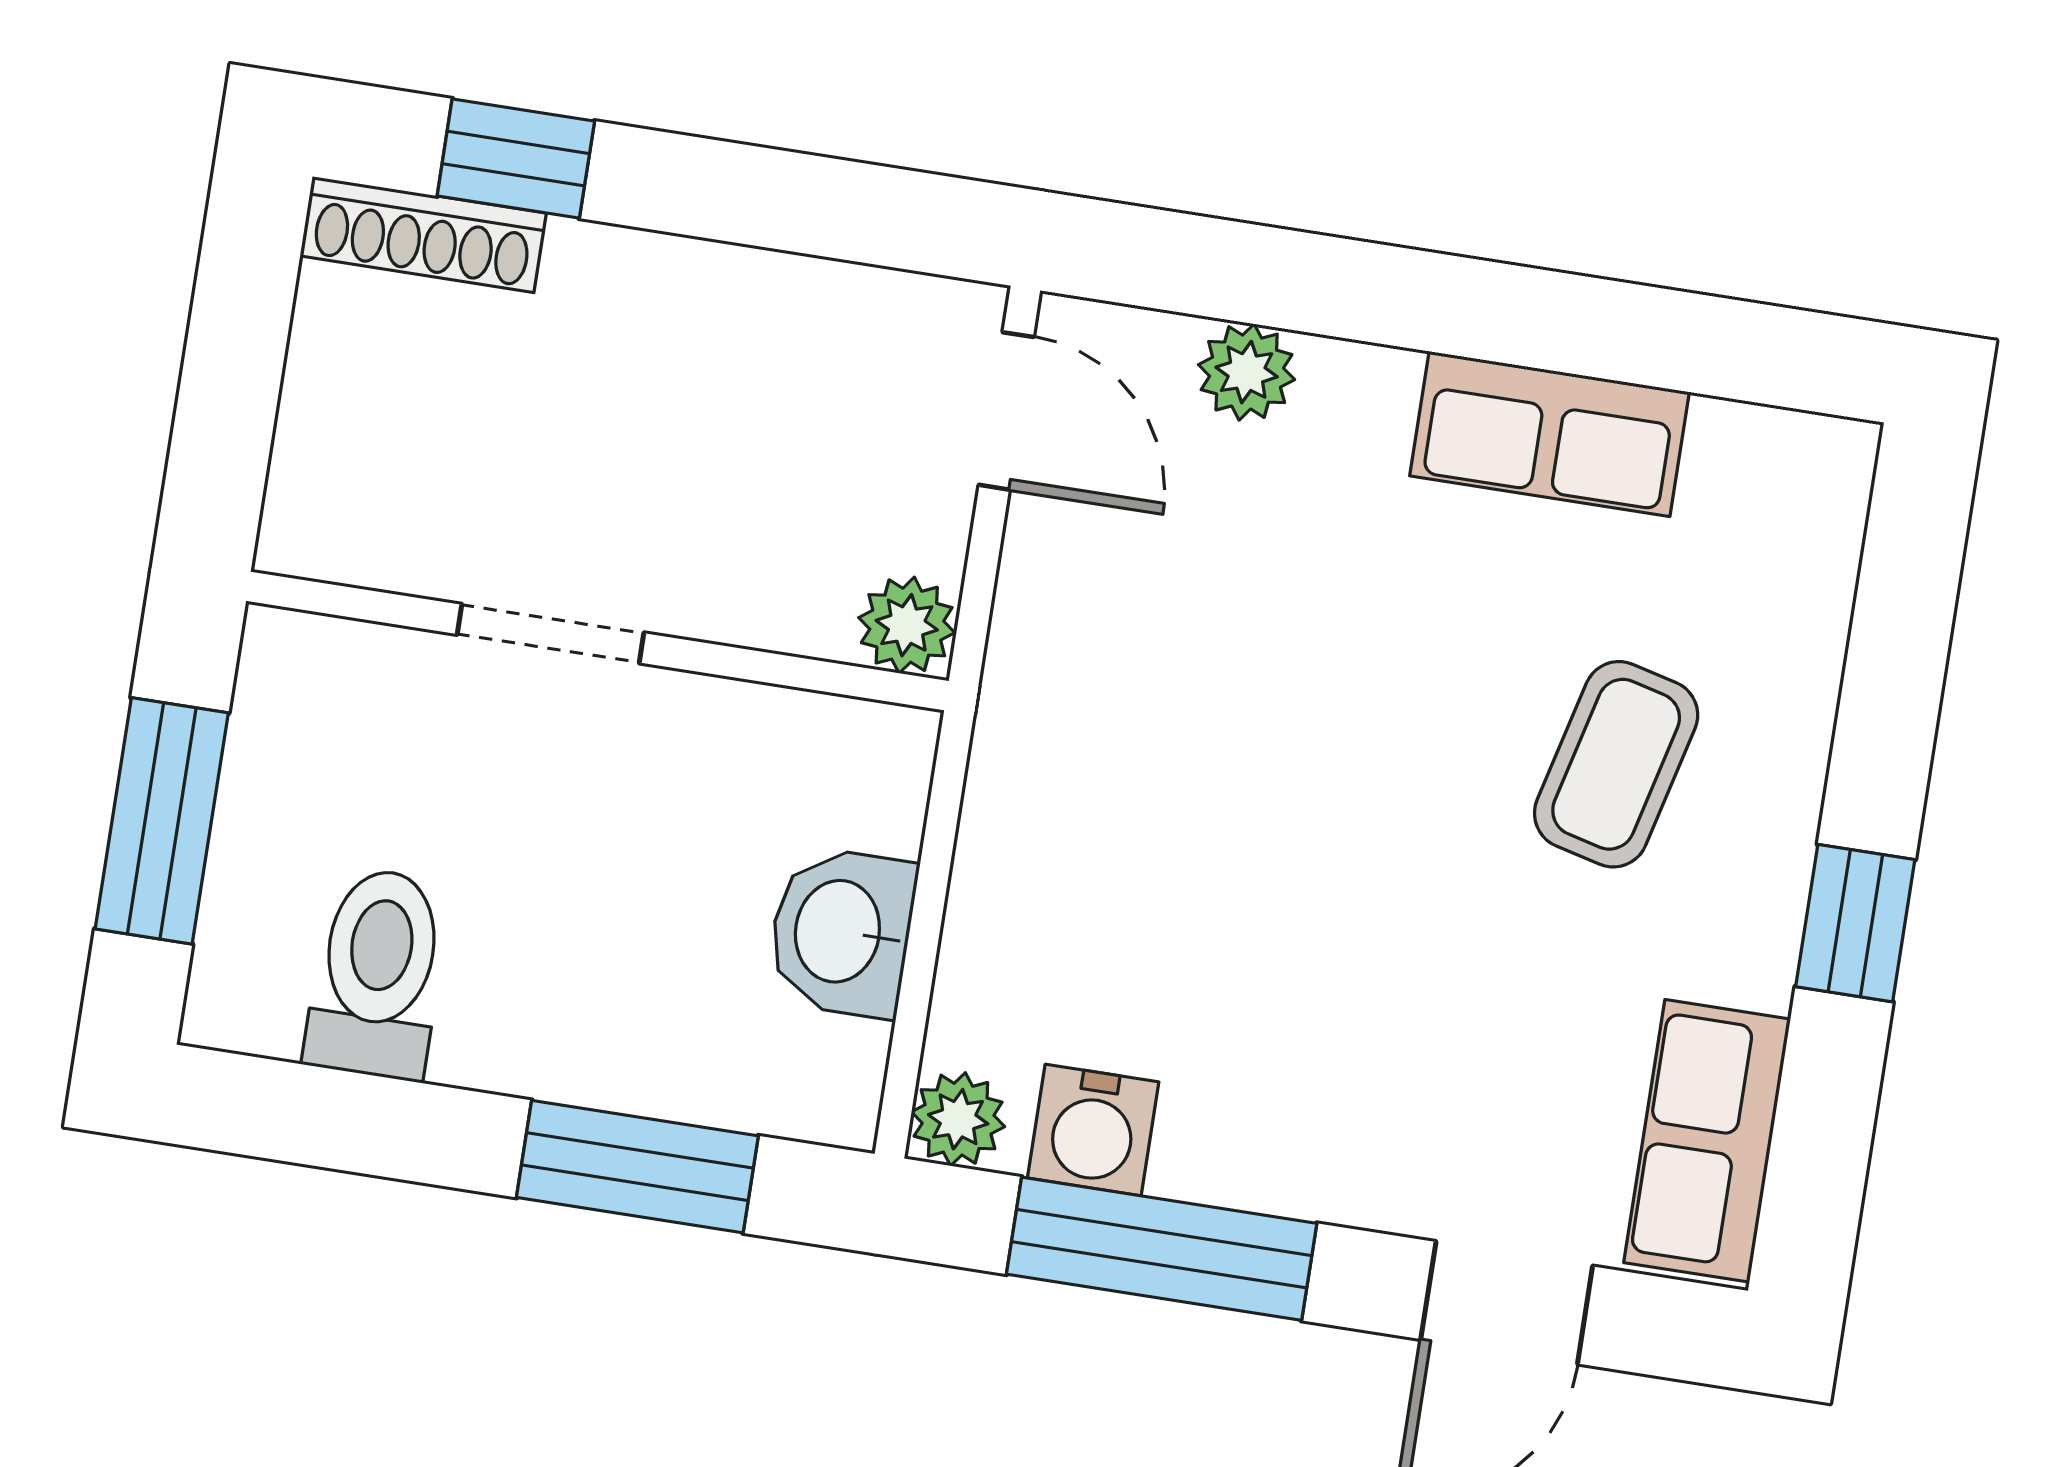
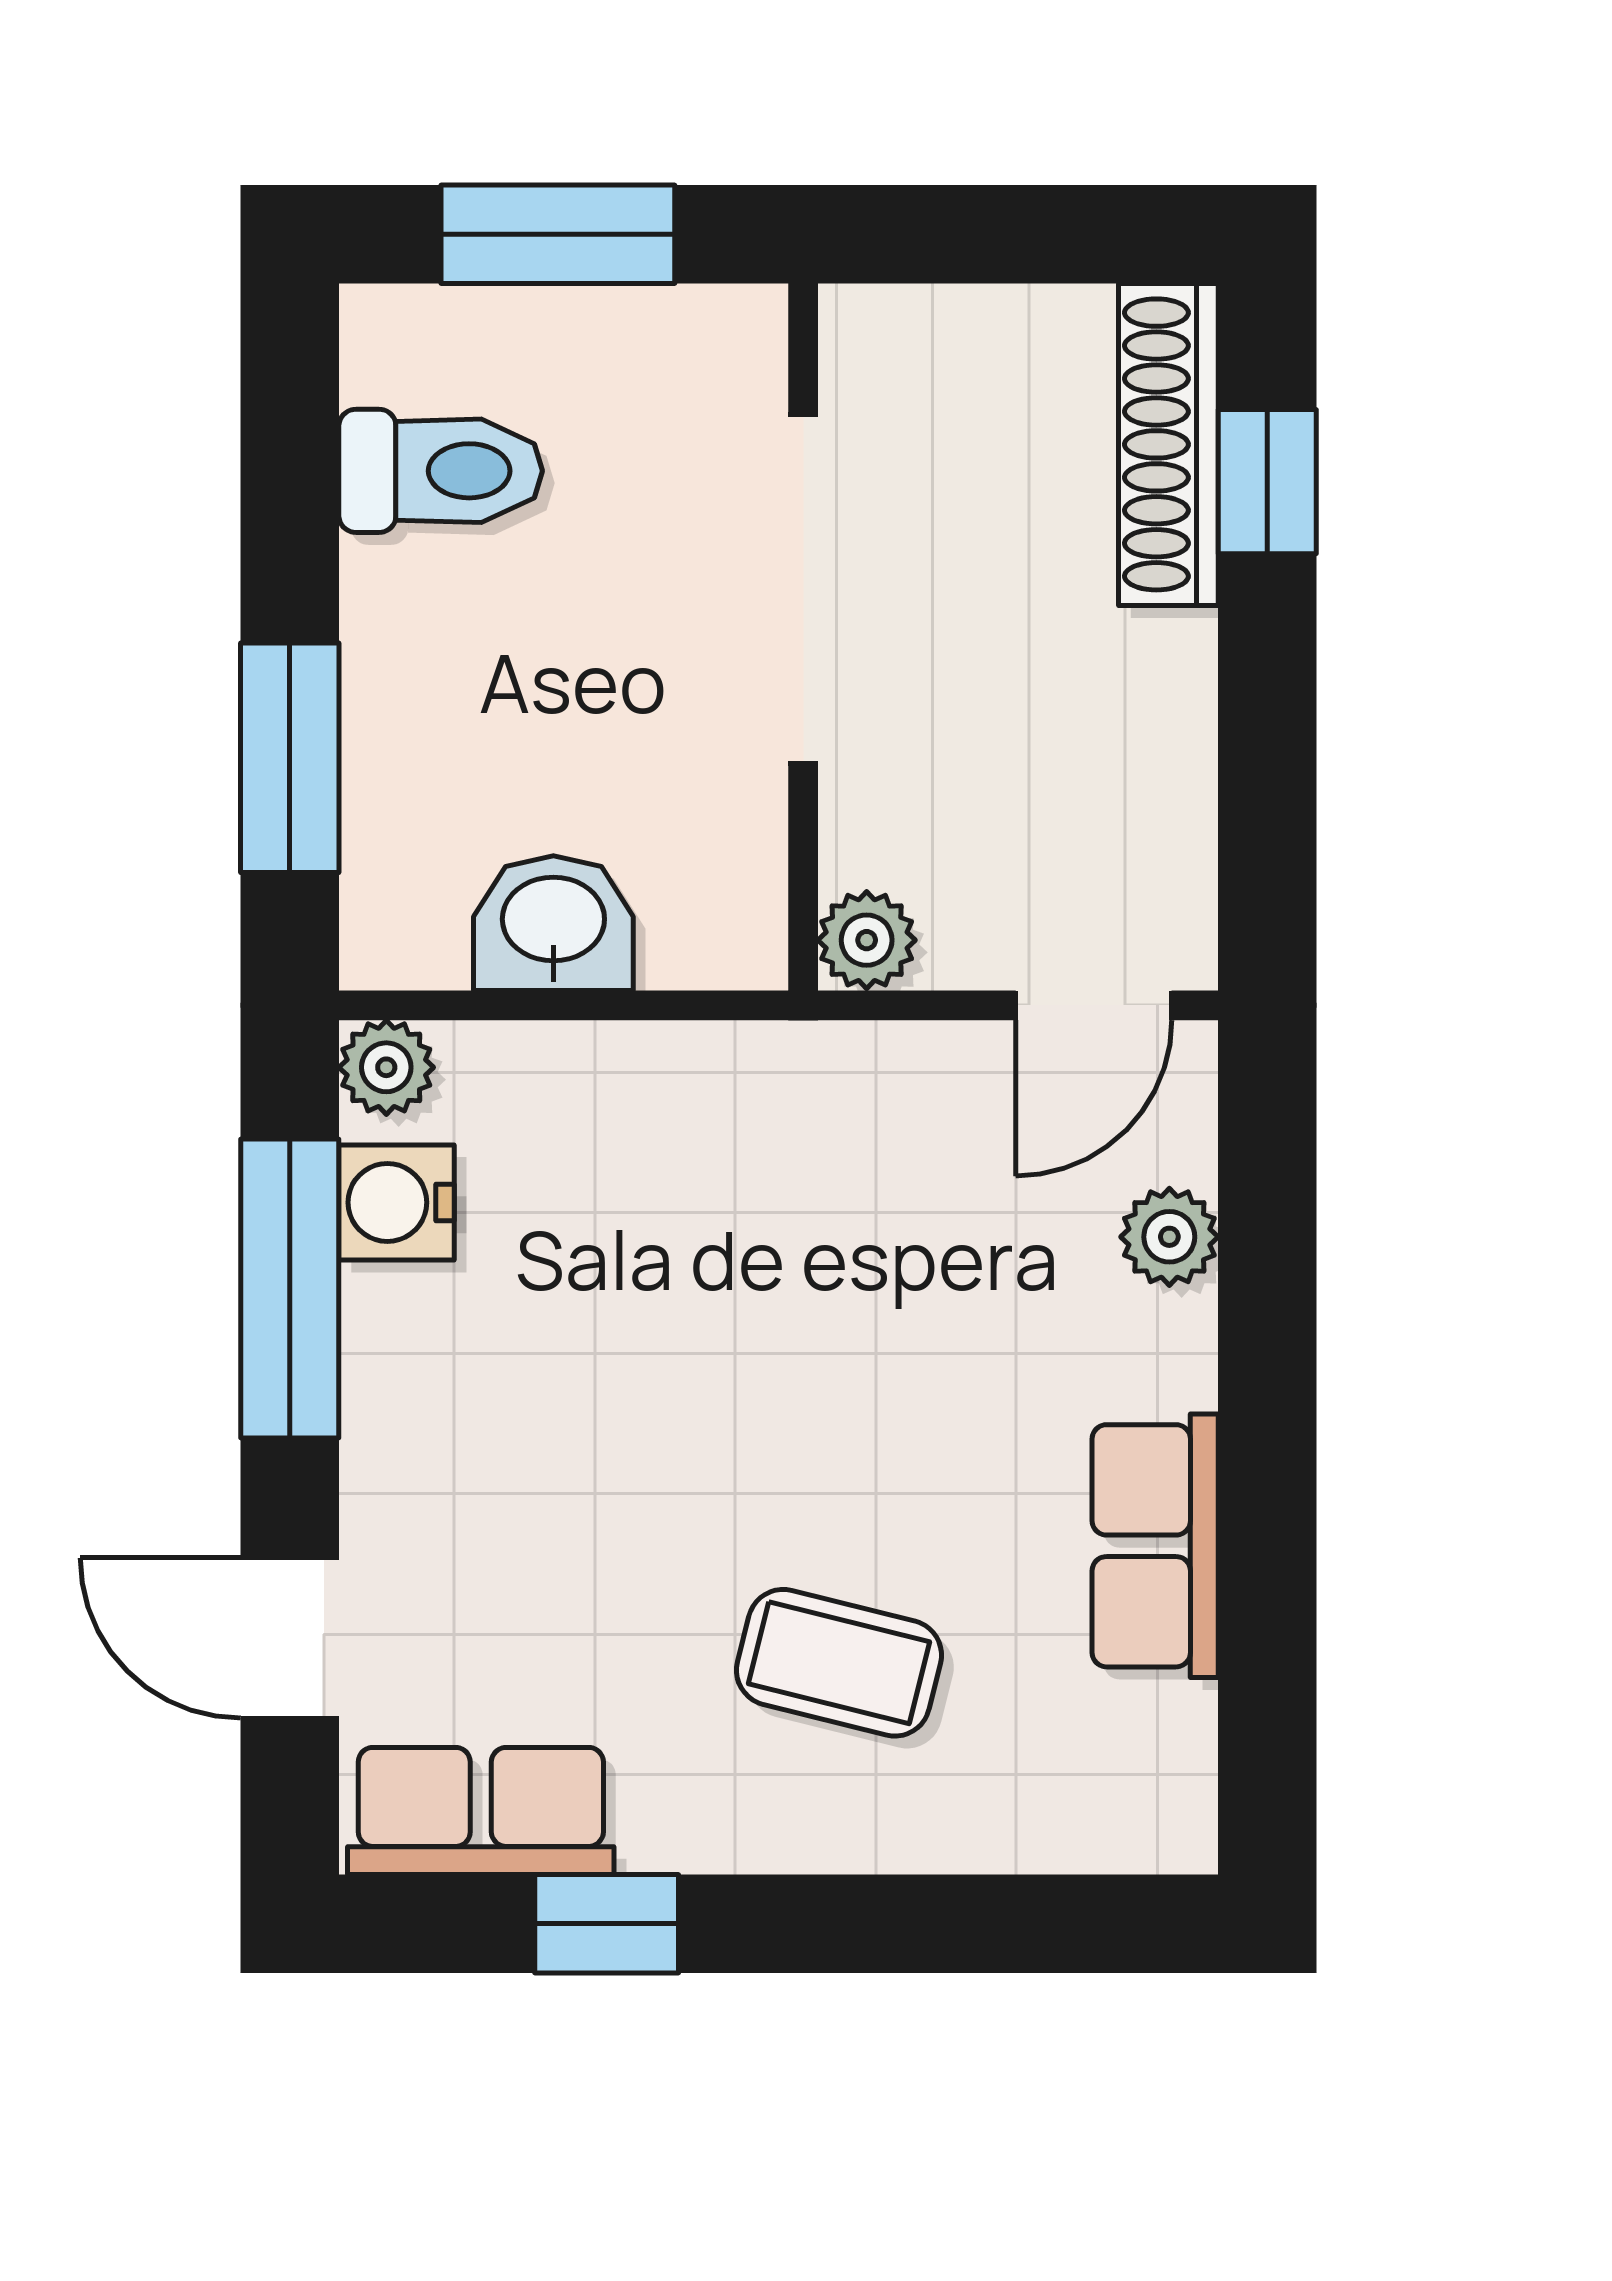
shoe rack: (423, 235) -> (1168, 444), width x1.36, depth x1.24
doorway: (551, 634) -> (803, 589), width x1.88
window: (1855, 923) -> (607, 1924), moved

